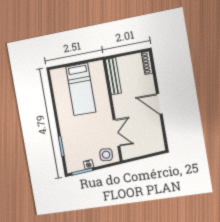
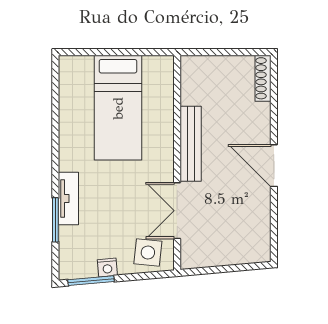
bench: (113, 76) -> (191, 144), moved
double door: (116, 133) -> (177, 211), swing flipped
tv unit: (65, 135) -> (68, 198), added

